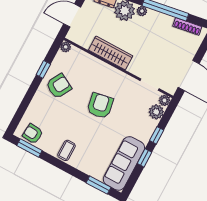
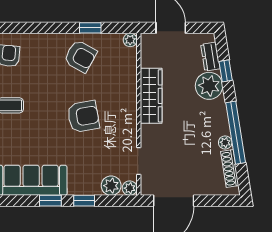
plant: (142, 11) -> (225, 143), moved

